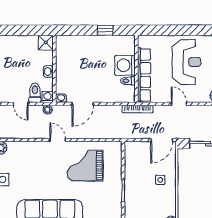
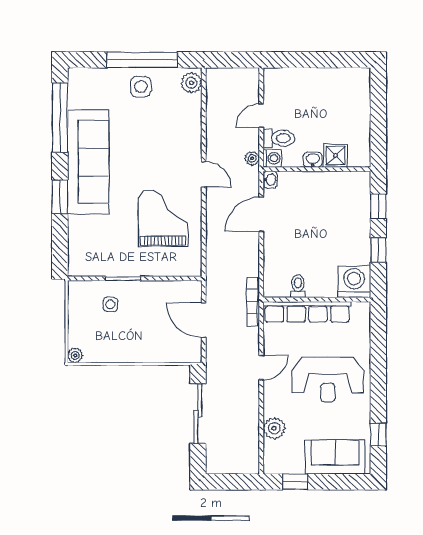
window: (78, 30) -> (378, 206), added
shower: (46, 43) -> (335, 155), moved
washing machine: (125, 65) -> (354, 282), moved
door: (83, 104) -> (261, 214), hinge flipped
door: (58, 140) -> (204, 174), hinge flipped
door: (162, 140) -> (204, 320), moved
side table: (160, 180) -> (110, 304), moved

